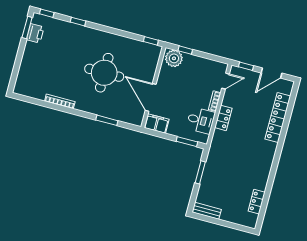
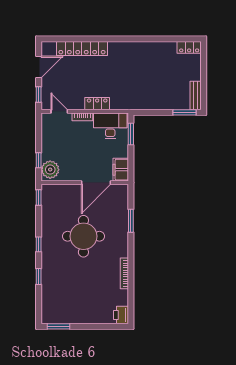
window: (47, 13) -> (39, 244), moved
printer: (35, 33) -> (121, 315), moved, turned -90
door: (271, 73) -> (39, 67), hinge flipped
desk: (201, 120) -> (110, 126), width x1.37
window: (200, 172) -> (184, 112), moved
locker: (257, 202) -> (189, 47), moved

